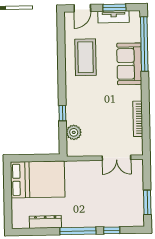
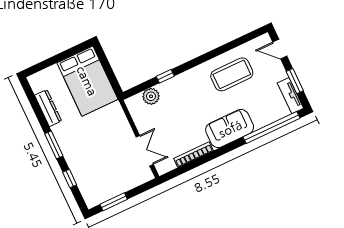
tv unit: (114, 17) -> (290, 96), moved
sofa: (129, 64) -> (230, 129), moved
double door: (116, 158) -> (145, 151), swing flipped
window: (78, 231) -> (54, 145), width x0.69

